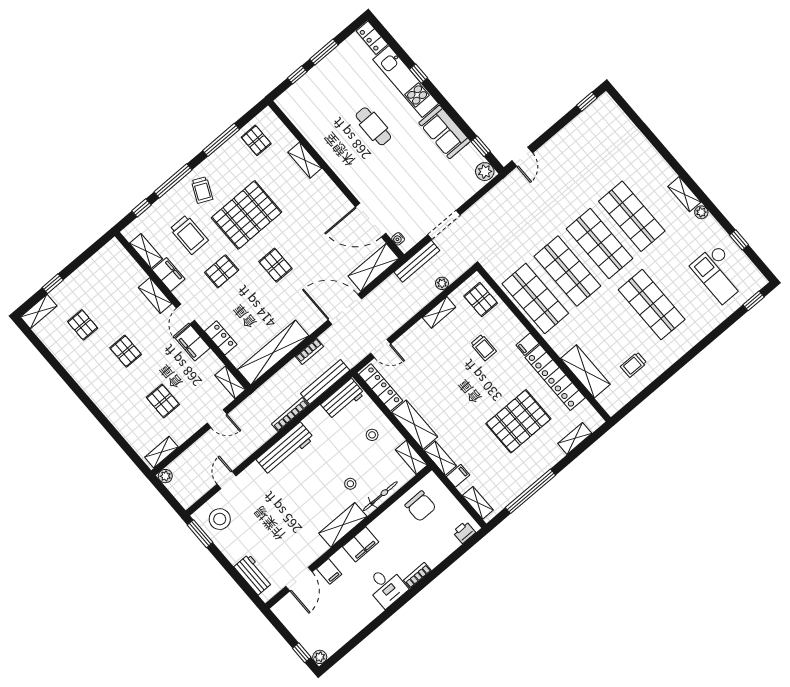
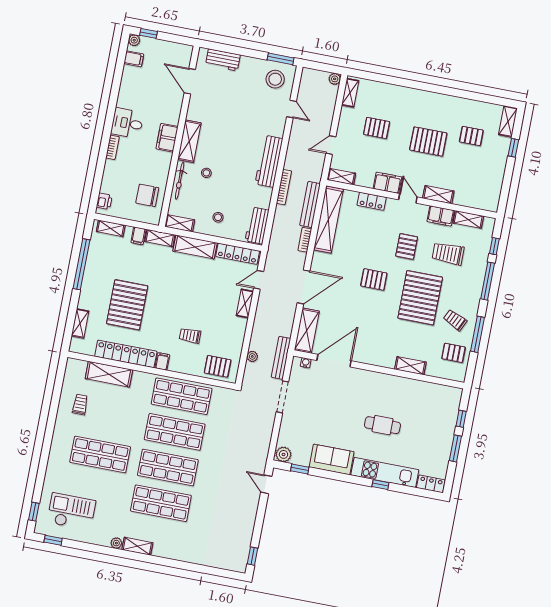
trolley: (202, 190) -> (455, 320), moved
window: (739, 240) -> (53, 540), moved
shelving: (439, 312) -> (245, 303), moved
pallet: (126, 351) -> (428, 141), width x1.50, depth x1.42
bench: (325, 382) -> (310, 205), moved
filing cabinet: (329, 571) -> (134, 59), moved, turned 180

